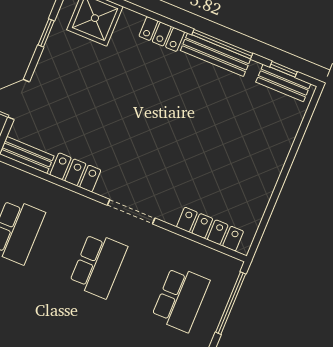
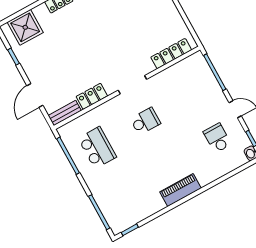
school desk: (98, 265) -> (145, 121), width x0.54
school desk: (181, 299) -> (193, 95), removed

